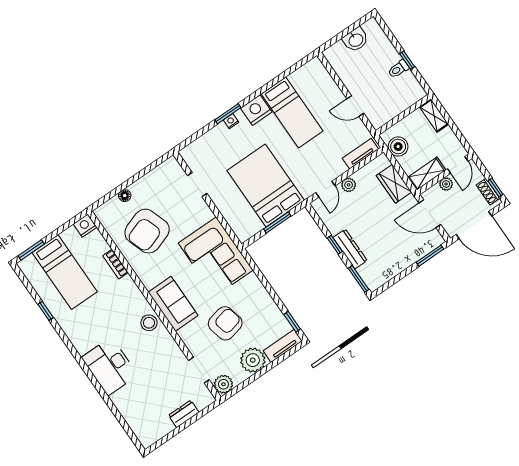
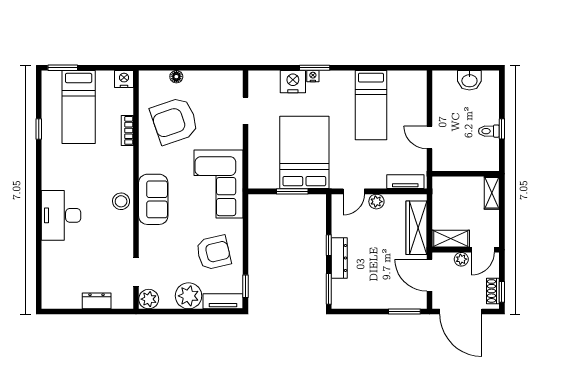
nightstand: (256, 110) -> (293, 82), moved
boiler: (398, 147) -> (442, 198), removed
wardrobe: (394, 184) -> (416, 228), width x1.50
armchair: (225, 323) -> (213, 253), moved

